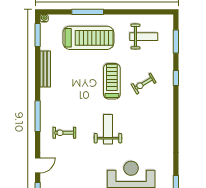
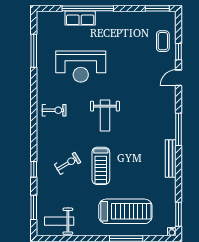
weight bench: (144, 37) -> (59, 221), moved
treadmill: (88, 38) -> (125, 211), turned 180
bench: (45, 69) -> (171, 159), moved
exercise bike: (64, 133) -> (54, 110), moved

